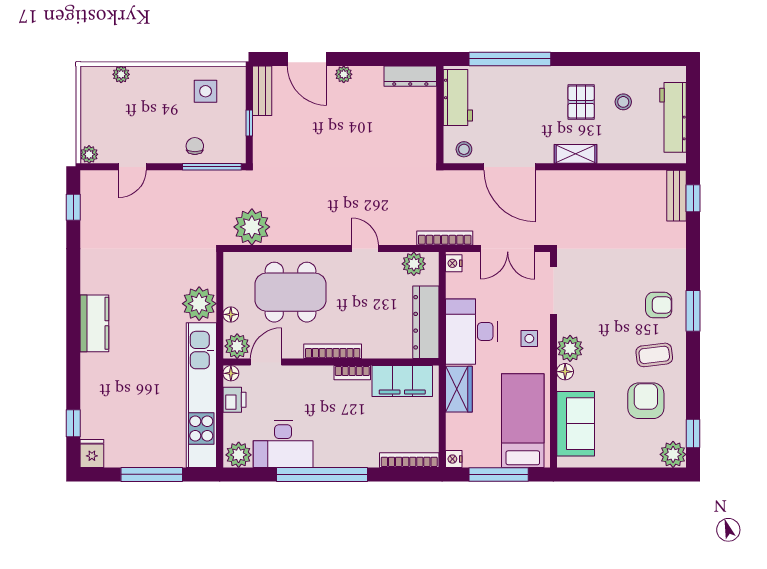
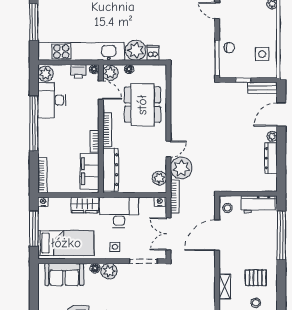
dresser: (410, 76) -> (271, 158), moved
shelving: (575, 154) -> (225, 287), moved
plant: (252, 227) -> (181, 168), moved
dishwasher: (203, 275) -> (153, 53), added
dresser: (426, 322) -> (111, 170), moved, turned 90

